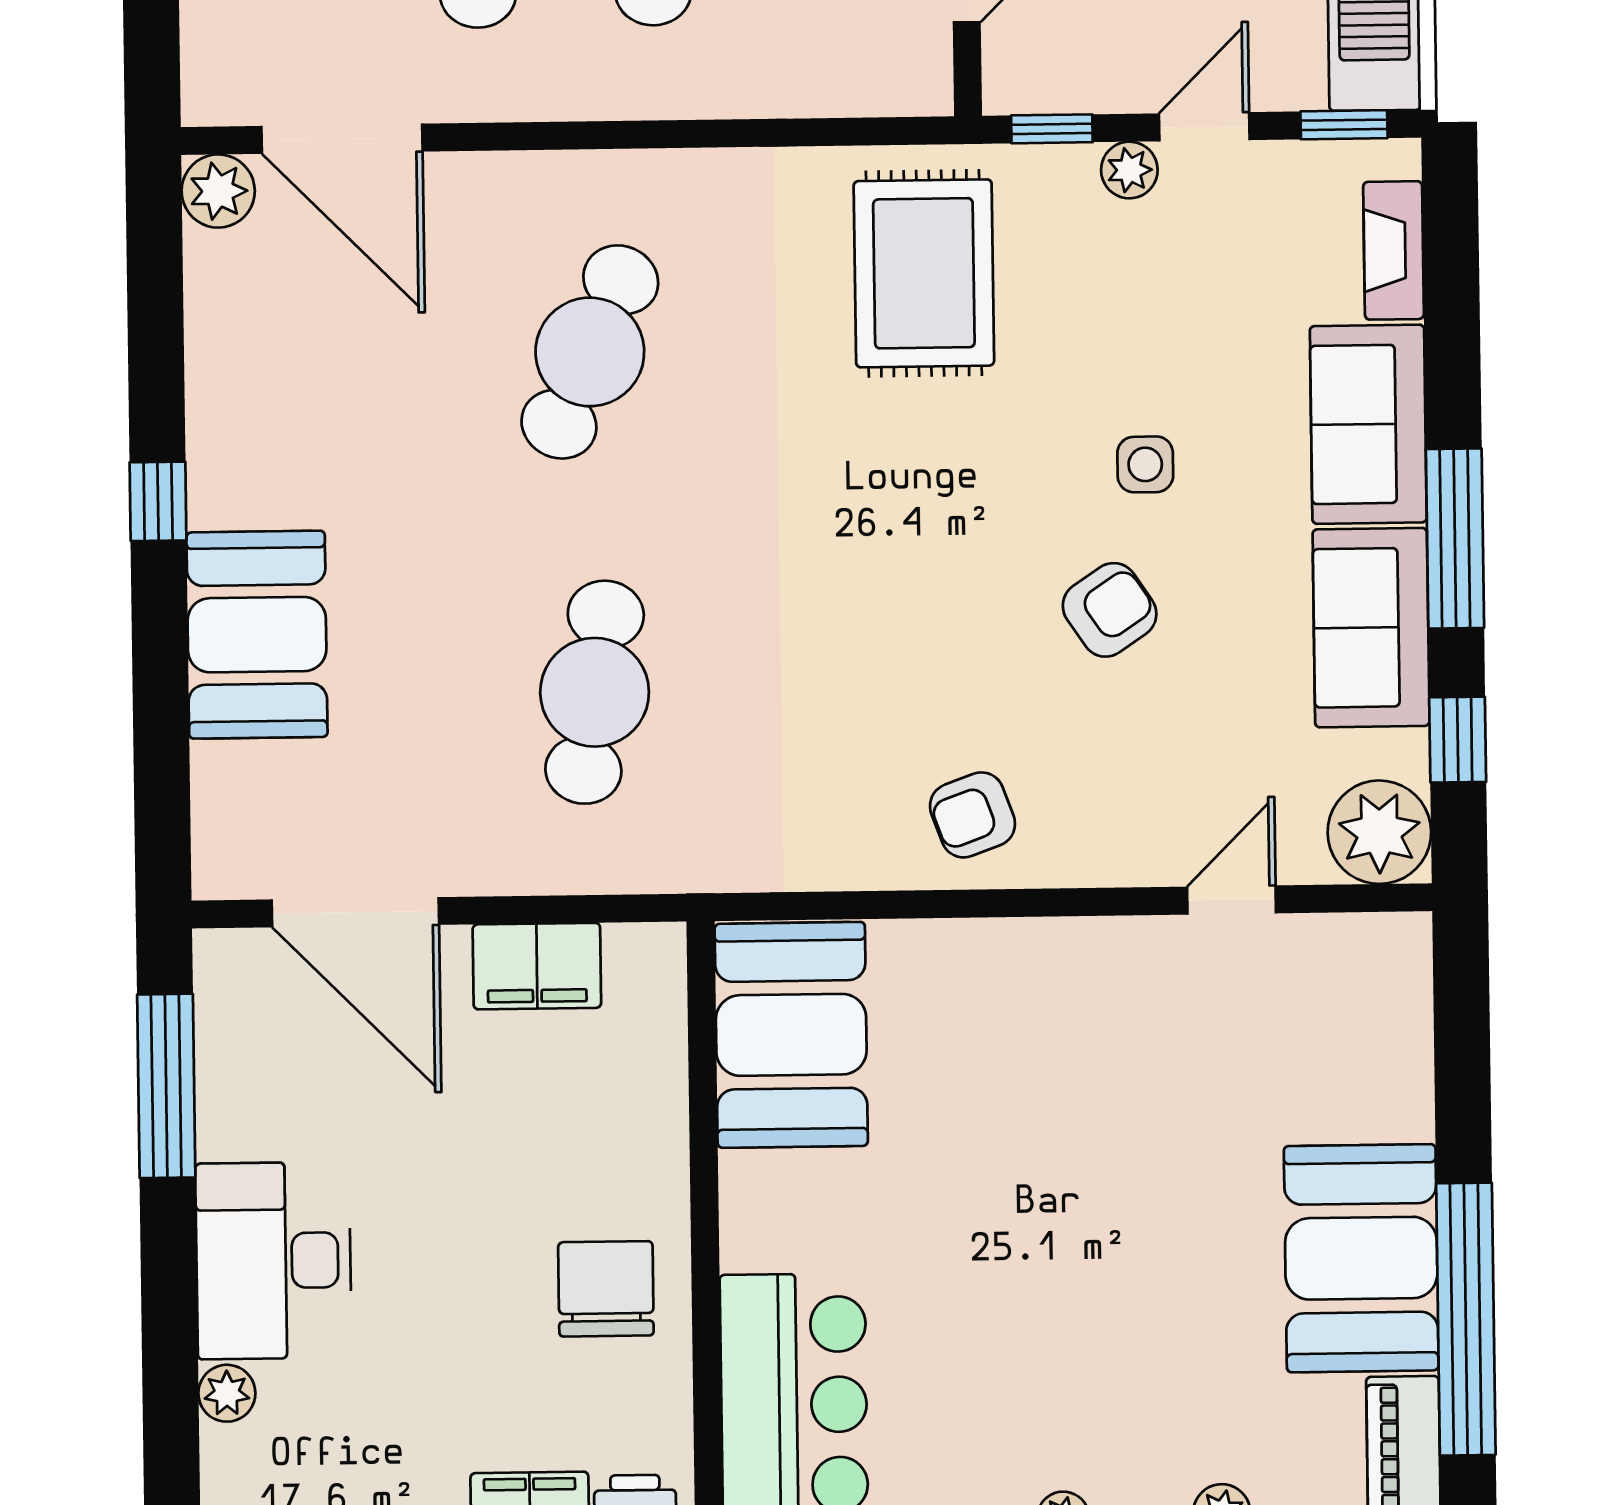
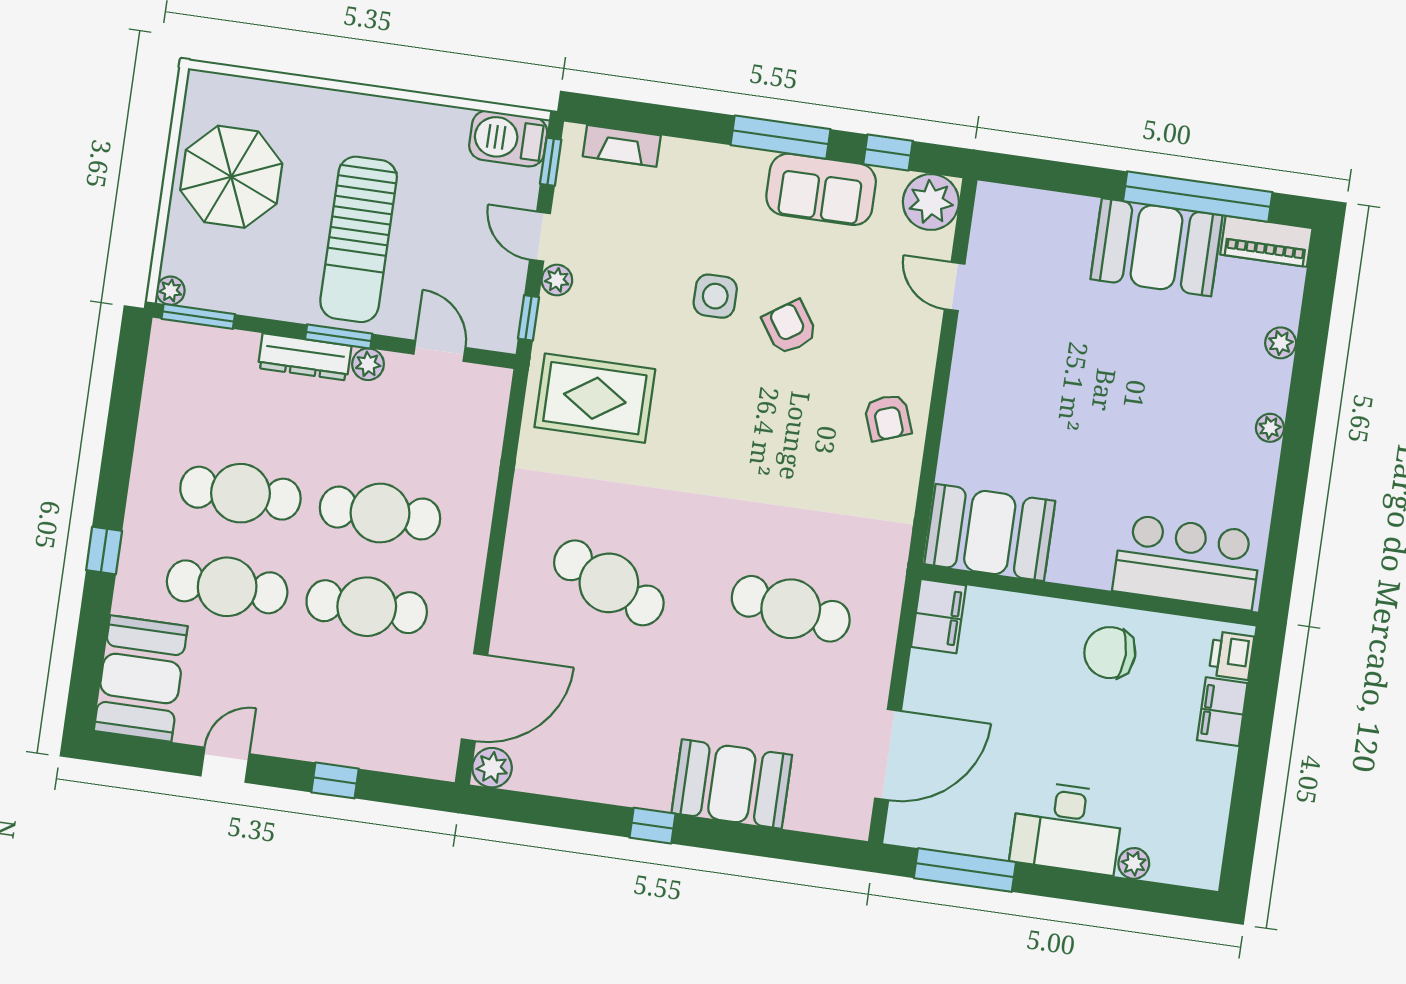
sofa: (1368, 424) -> (712, 174), removed
side table: (1145, 464) -> (715, 296), width x1.37, depth x1.37
filing cabinet: (537, 966) -> (939, 616), moved

